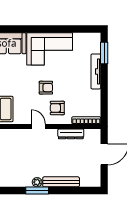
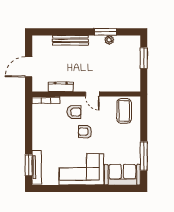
tv unit: (96, 71) -> (37, 167), moved
plant: (37, 182) -> (109, 40), moved
window: (37, 191) -> (105, 32), moved

